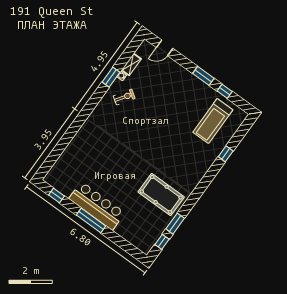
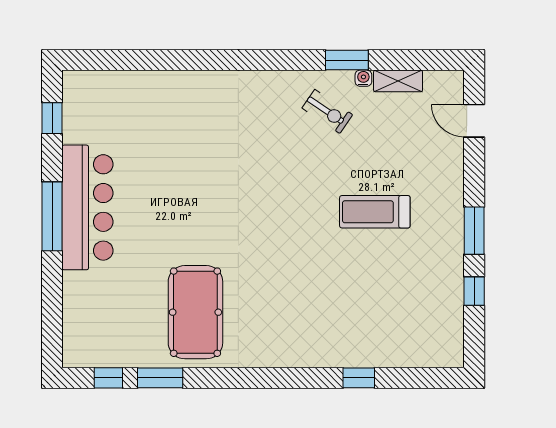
treadmill: (213, 121) -> (375, 212), moved, width x0.73, depth x0.73

